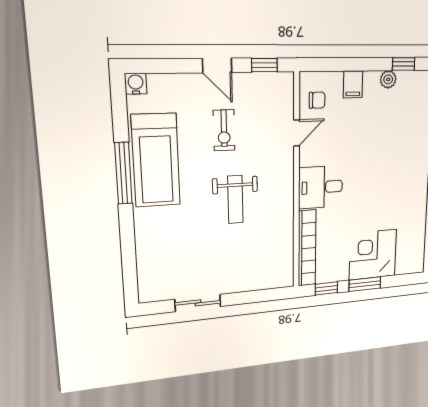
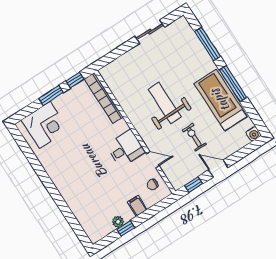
window: (404, 64) -> (126, 228), moved
door: (297, 133) -> (153, 160), swing flipped
desk: (321, 187) -> (126, 149), moved
weight bench: (235, 199) -> (165, 103), width x1.36, depth x1.33
window: (128, 248) -> (208, 44), added
corner desk: (373, 255) -> (45, 125), moved

